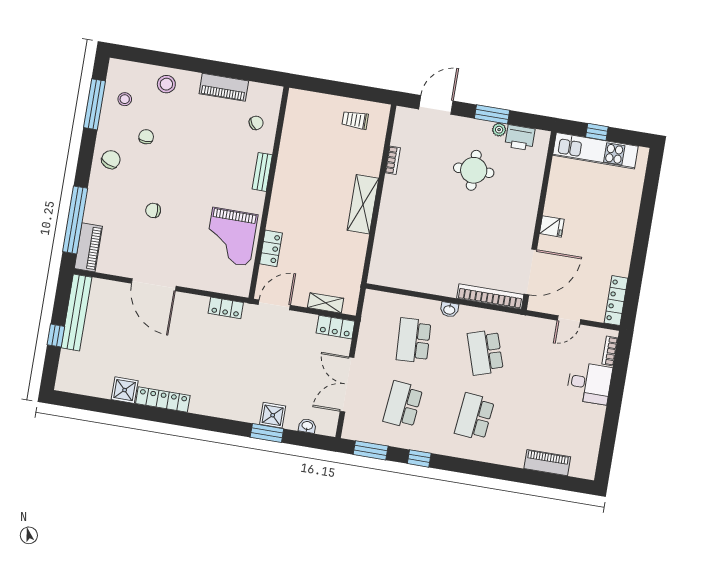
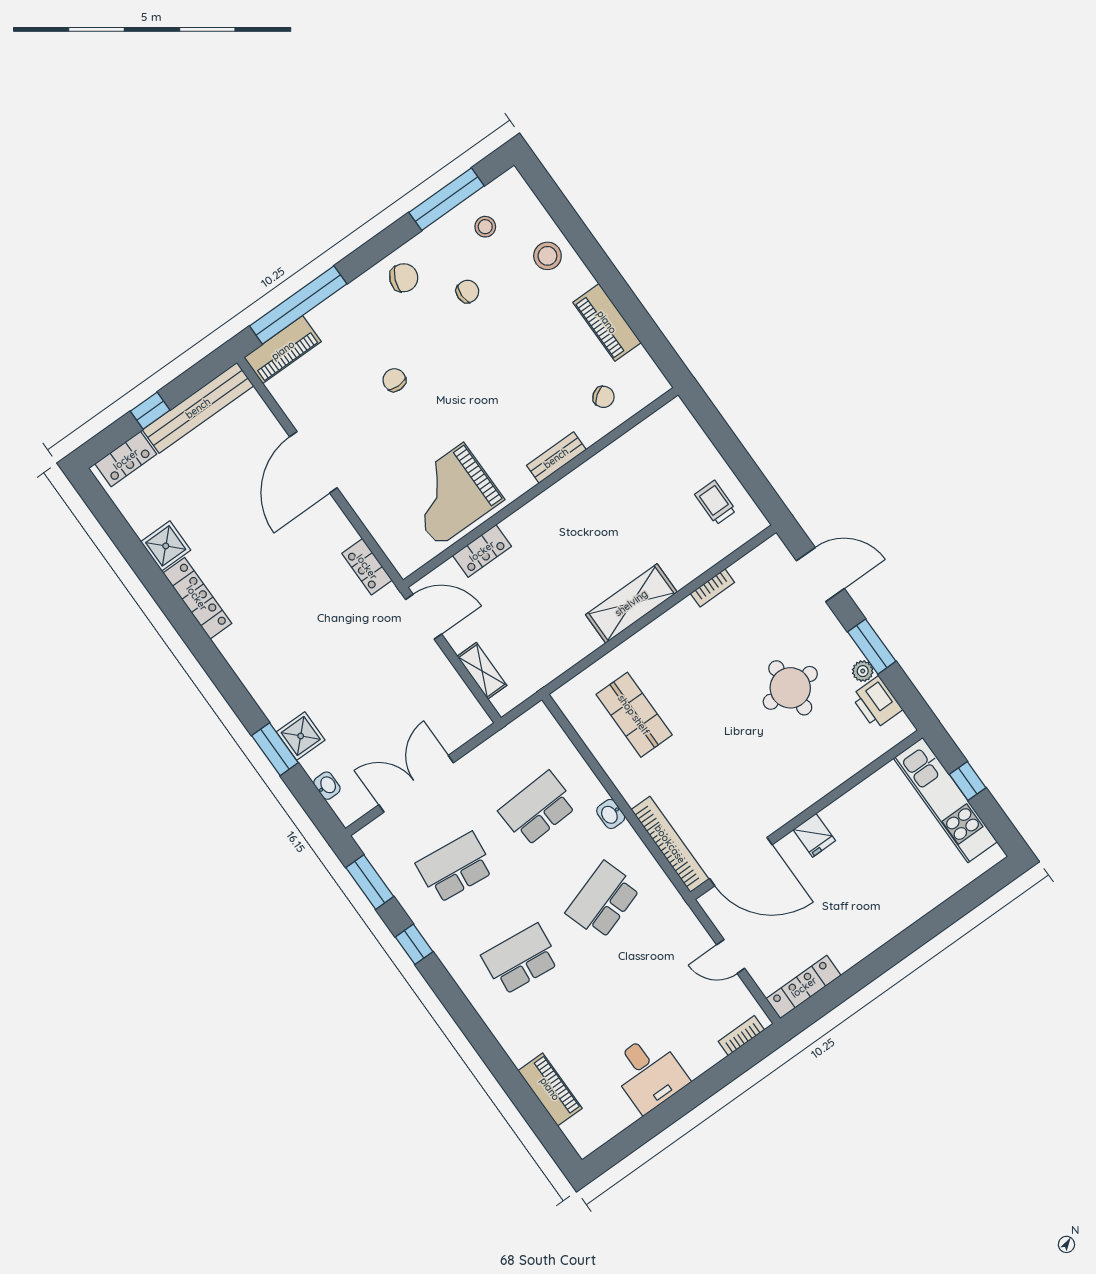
shop shelf: (415, 254) -> (634, 715), added
locker: (336, 327) -> (126, 459), moved, turned -90
desk: (589, 383) -> (649, 1073), moved

